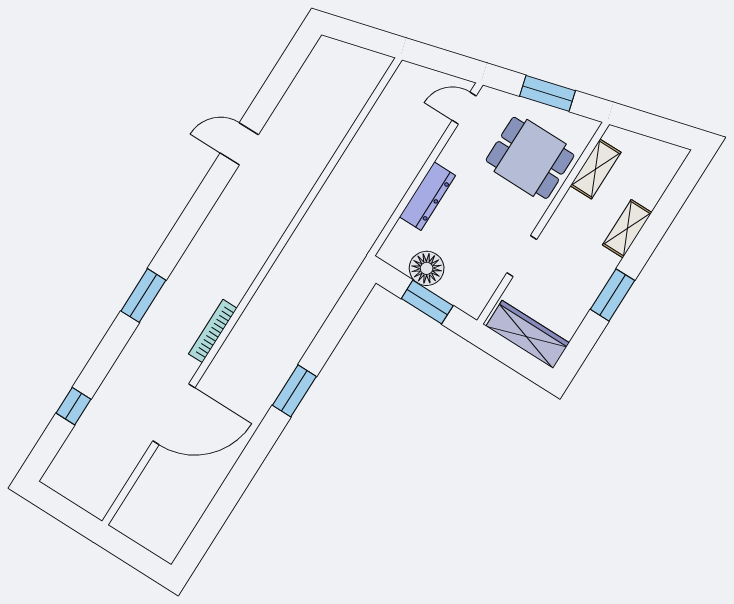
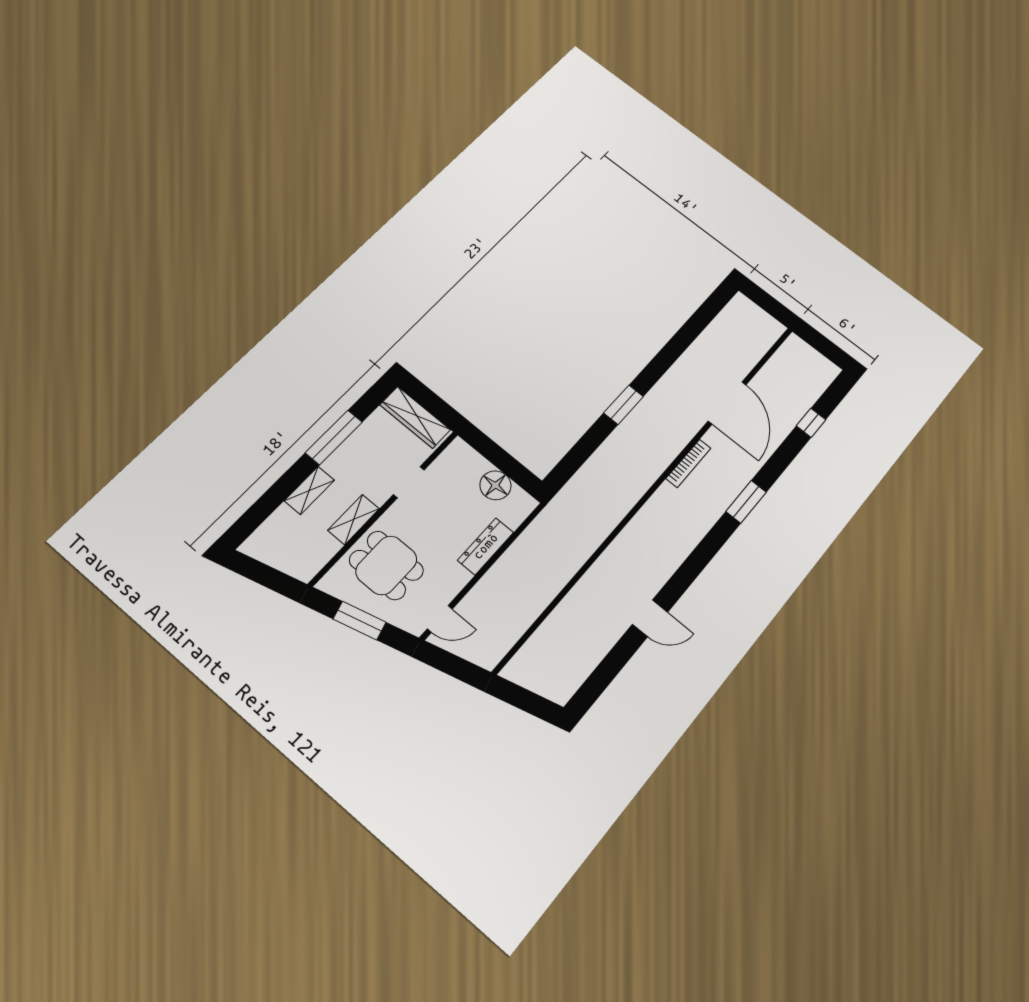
shelving: (596, 169) -> (354, 520), moved
window: (613, 295) -> (334, 437), width x1.44
window: (427, 302) -> (499, 457), removed
door: (174, 414) -> (727, 403), swing flipped

